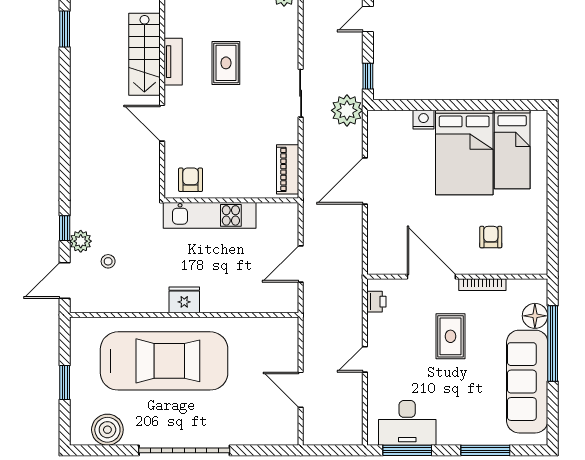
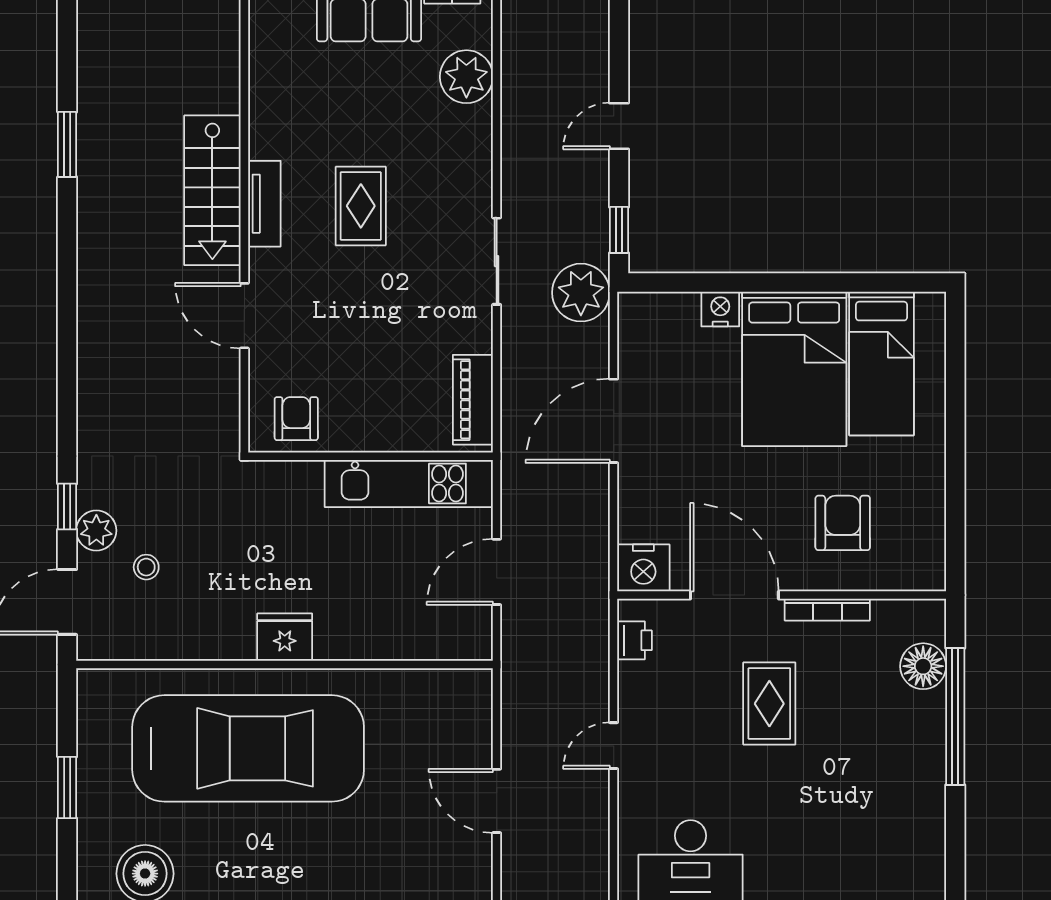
kitchen unit: (210, 215) -> (409, 484), moved
armchair: (491, 237) -> (843, 523), width x1.38, depth x1.38
nightstand: (381, 262) -> (643, 568), added
sofa: (527, 382) -> (909, 786), removed

